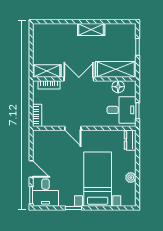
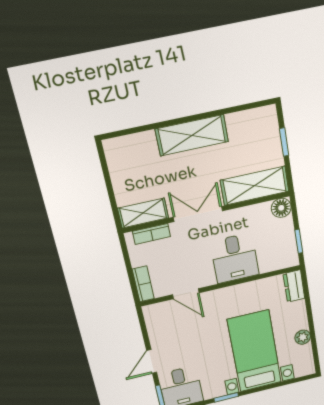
shelving: (91, 29) -> (192, 135), width x1.50, depth x1.33
floor lamp: (118, 87) -> (281, 208), moved
desk: (122, 110) -> (235, 258), moved, turned 90
door: (73, 128) -> (186, 294), moved
door: (31, 169) -> (152, 361), swing flipped

